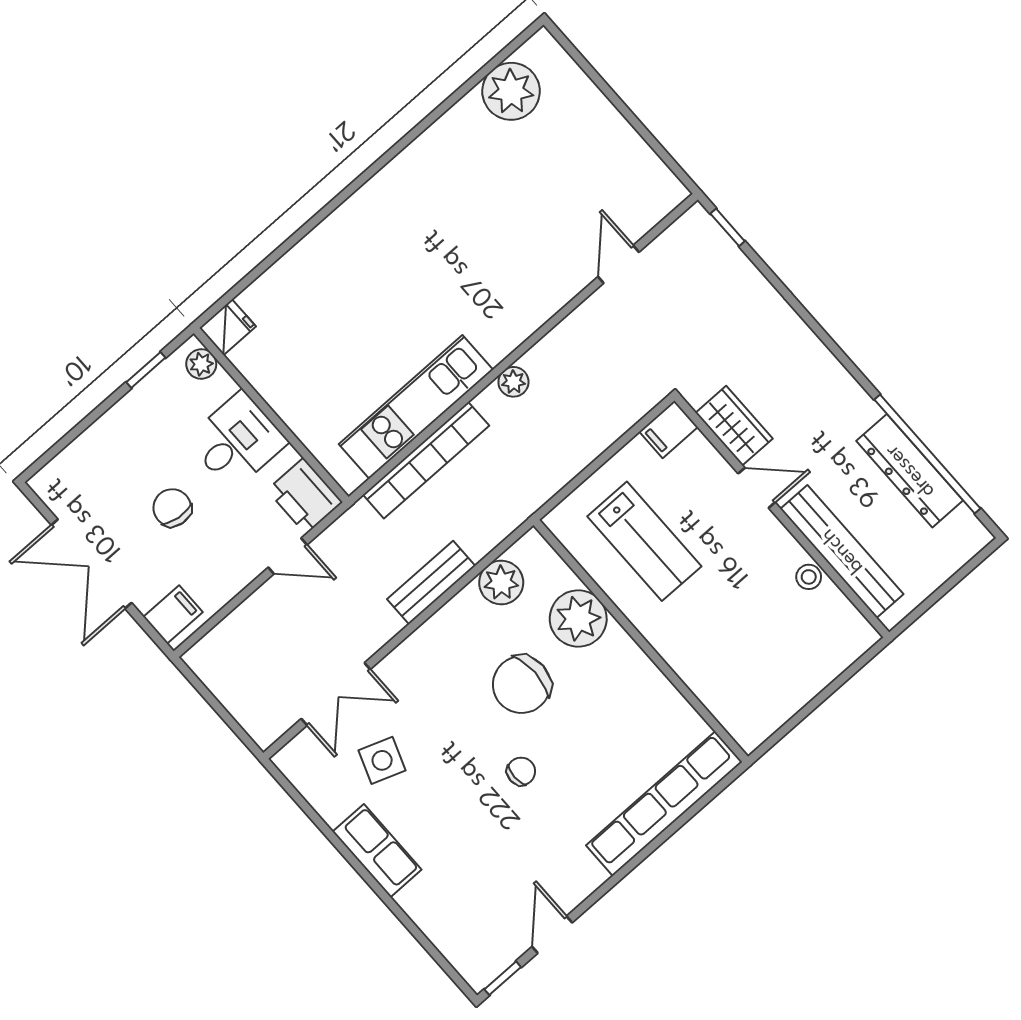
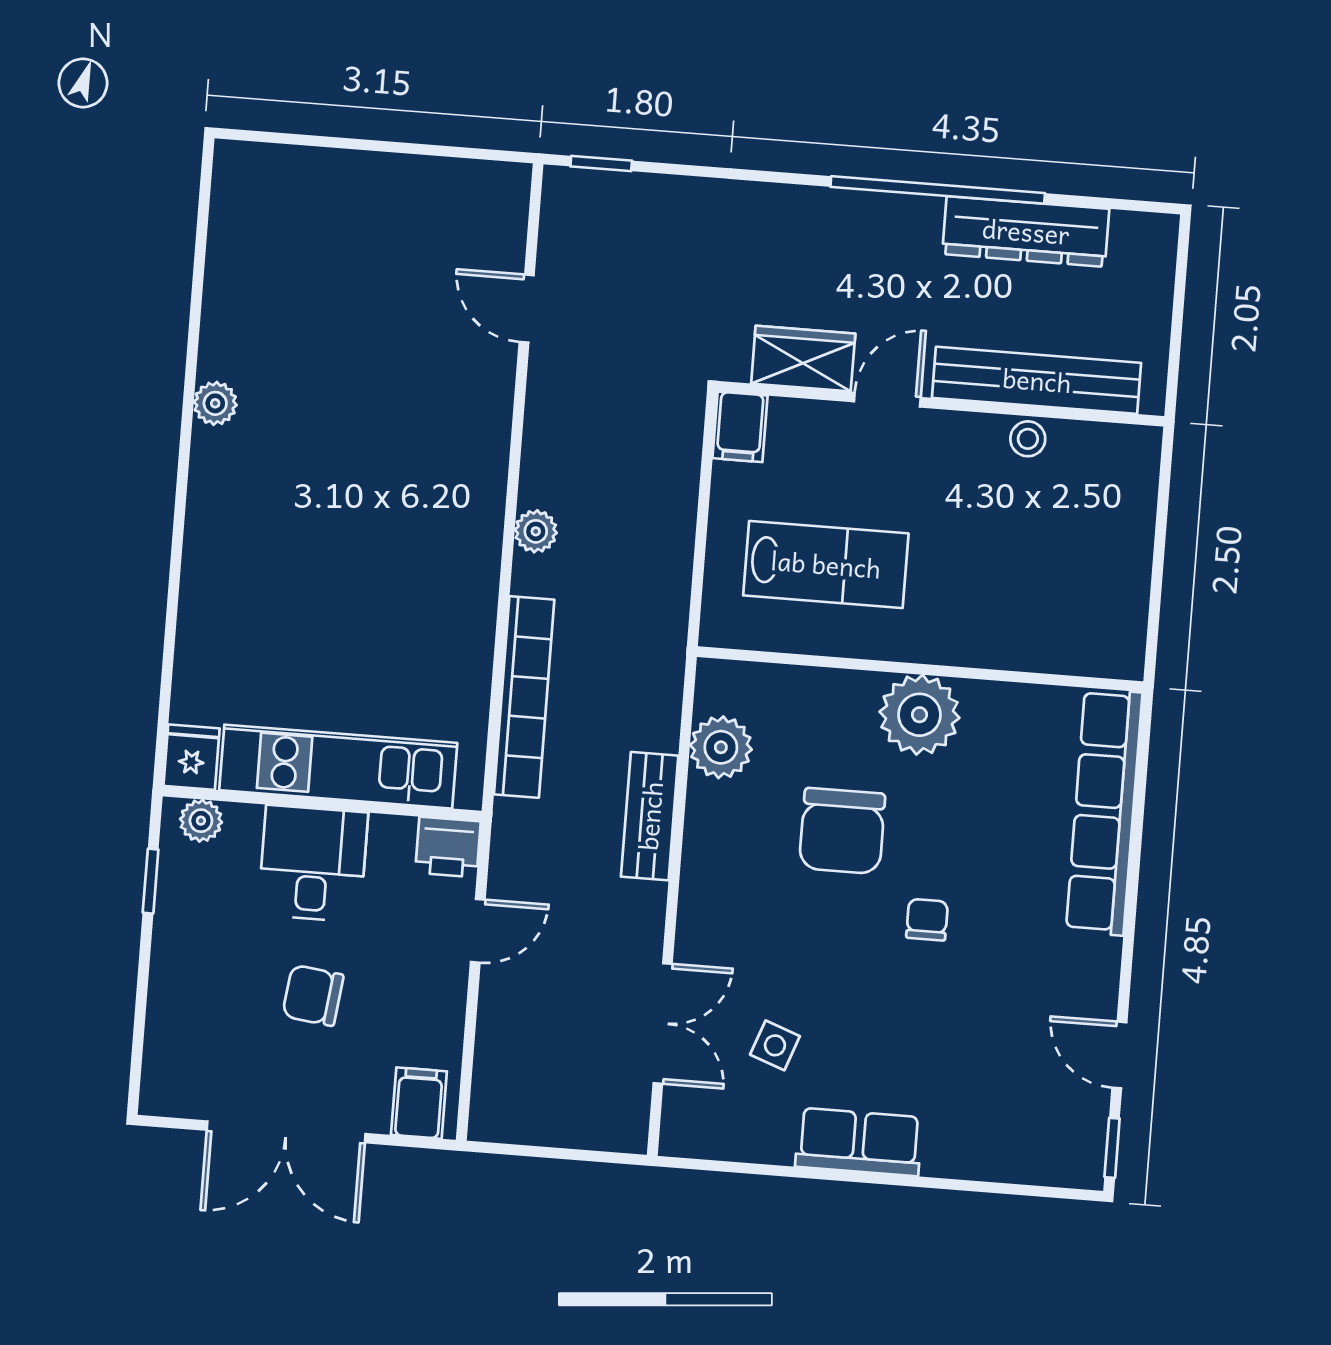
plant: (511, 91) -> (215, 403), moved, width x0.53, depth x0.53
kitchen unit: (416, 407) -> (338, 767), moved, turned 90
window: (927, 454) -> (938, 190), moved
printer: (305, 496) -> (448, 847), width x0.73, depth x0.81
plant: (578, 618) -> (919, 715), moved
side table: (382, 760) -> (775, 1045), width x0.73, depth x0.73

